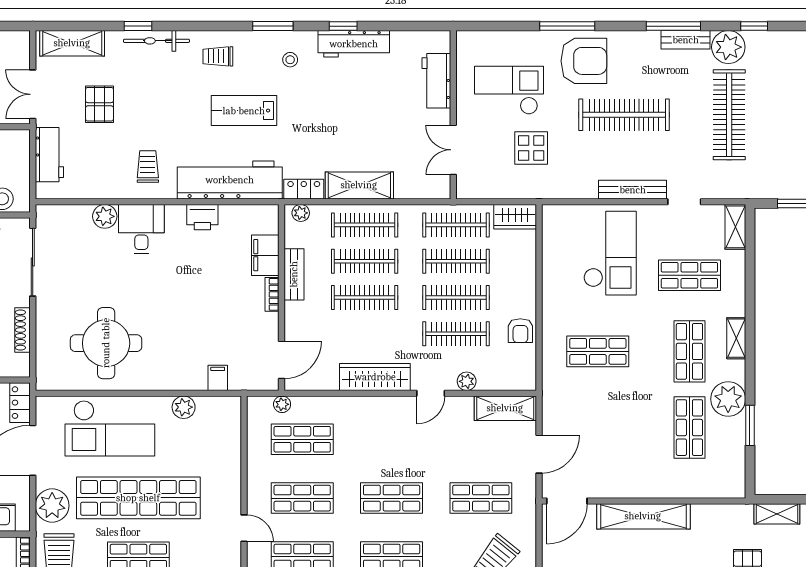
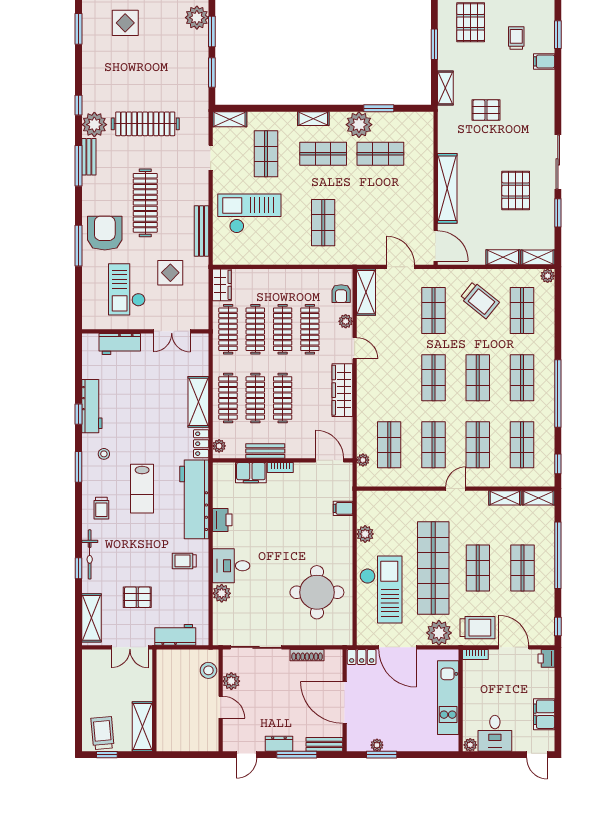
bench: (633, 190) -> (201, 231), moved
armchair: (520, 331) -> (341, 294), moved, turned 90

